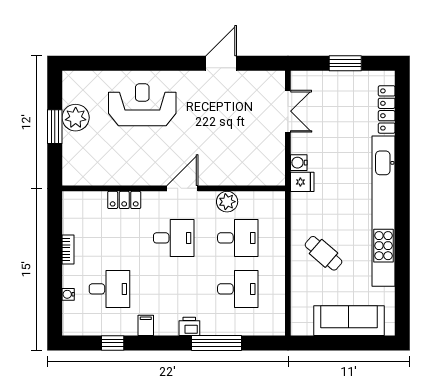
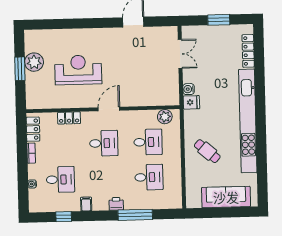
reception desk: (142, 105) -> (78, 70), moved
plant: (227, 202) -> (165, 117), moved
locker: (71, 215) -> (33, 129), added

